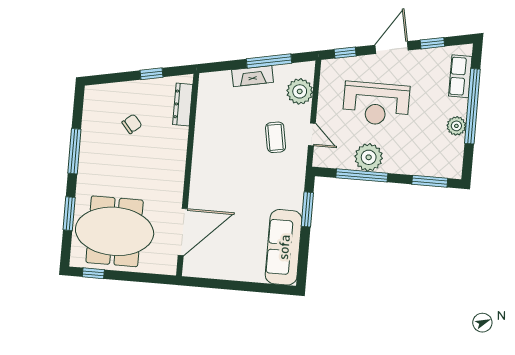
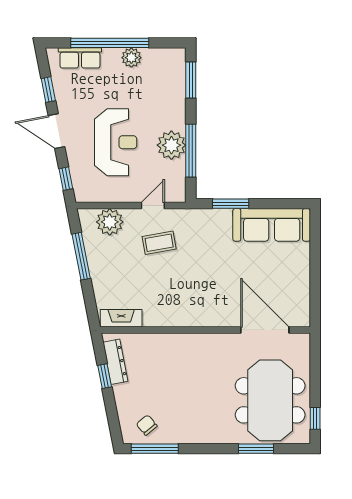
fireplace: (253, 76) -> (121, 318), moved, turned -79
dresser: (183, 104) -> (115, 362), moved, turned -101
chair: (132, 124) -> (147, 425), moved
window: (74, 151) -> (155, 449), moved

